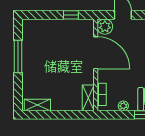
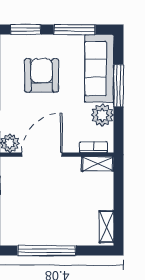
window: (18, 56) -> (47, 251), width x1.46
plant: (123, 106) -> (102, 115), width x1.88, depth x1.88

